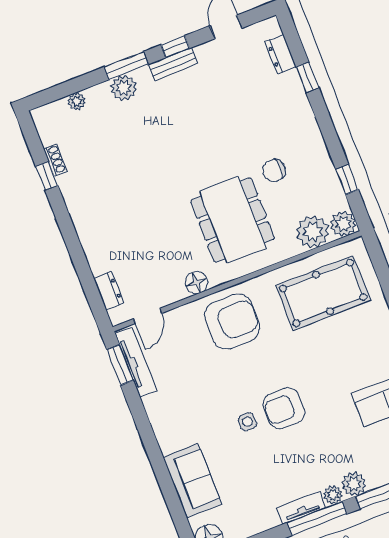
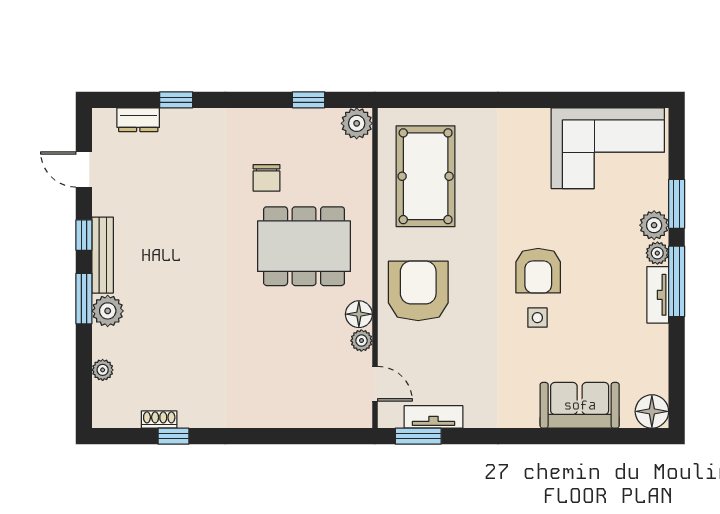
bench: (173, 64) -> (103, 255), width x1.36
plant: (313, 232) -> (361, 341), moved, width x0.53, depth x0.53
dresser: (109, 291) -> (330, 416), removed
tv unit: (136, 362) -> (434, 417), width x0.71

